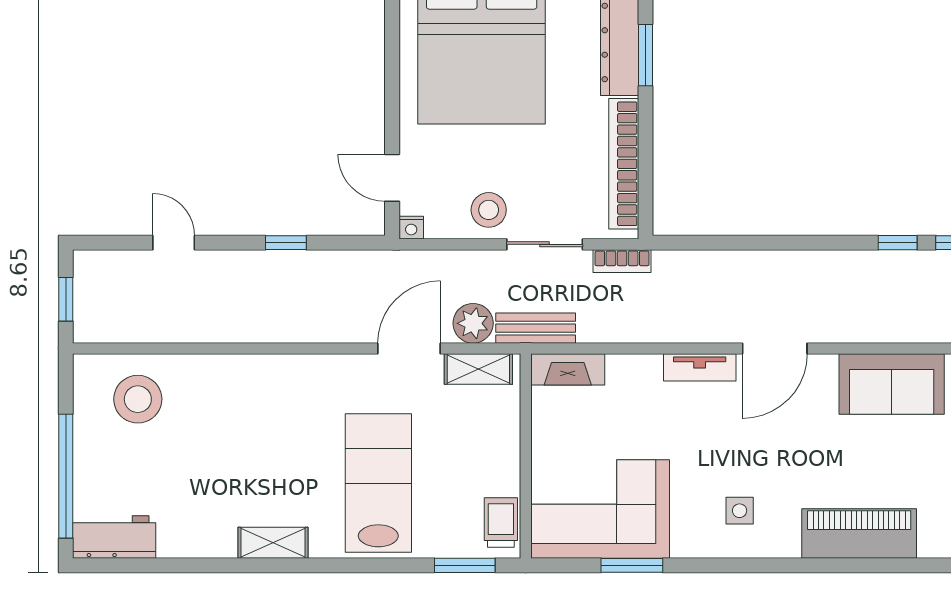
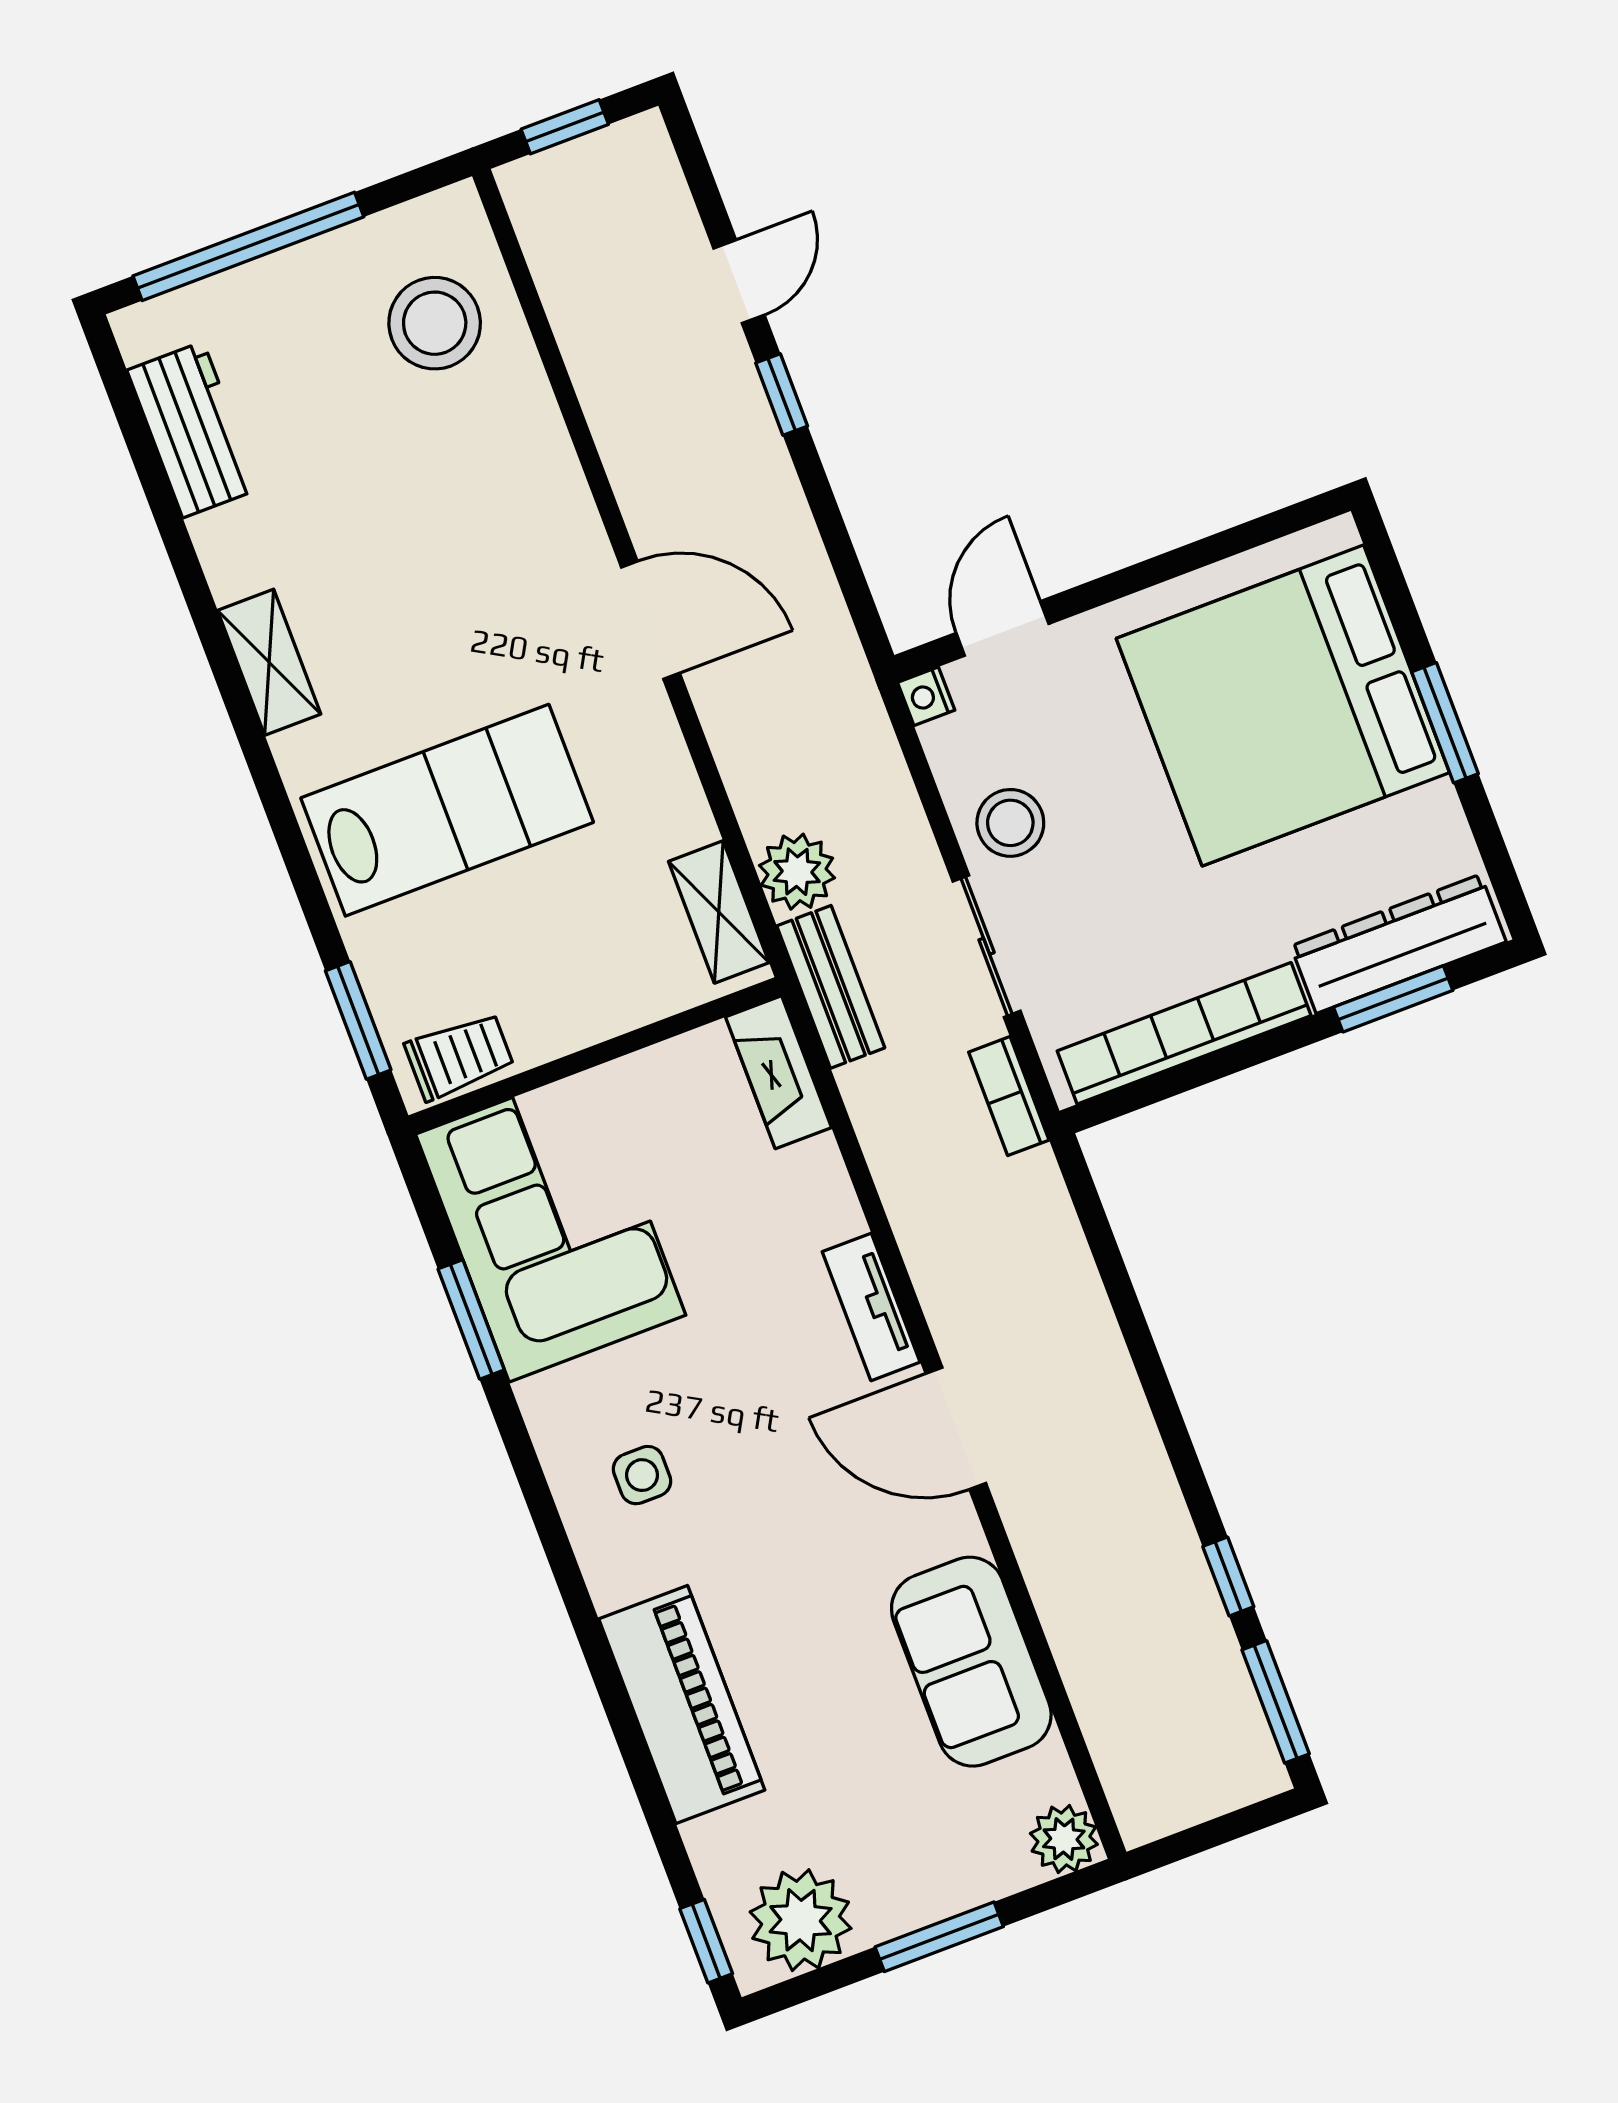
window: (286, 243) -> (782, 394), moved
door: (409, 348) -> (650, 620), moved
workbench: (114, 537) -> (193, 430), moved

